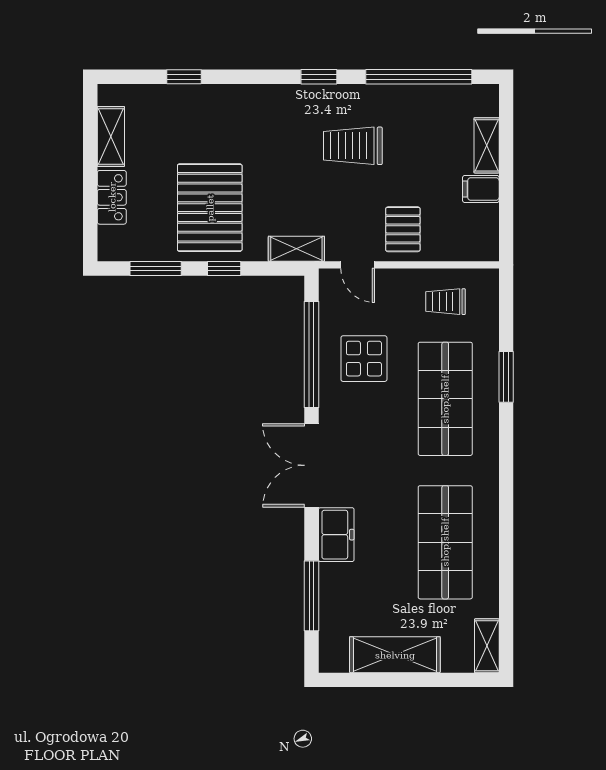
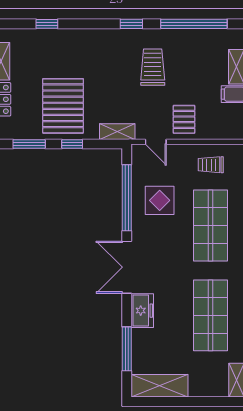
trolley: (353, 146) -> (153, 67), turned 90
shelving: (395, 655) -> (160, 386), moved

